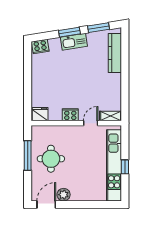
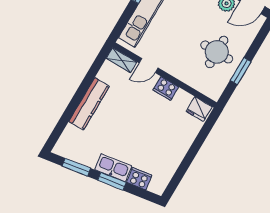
cooker: (40, 46) -> (139, 179), moved
kitchen counter: (115, 53) -> (89, 104), moved
window: (28, 156) -> (241, 71), width x0.69

